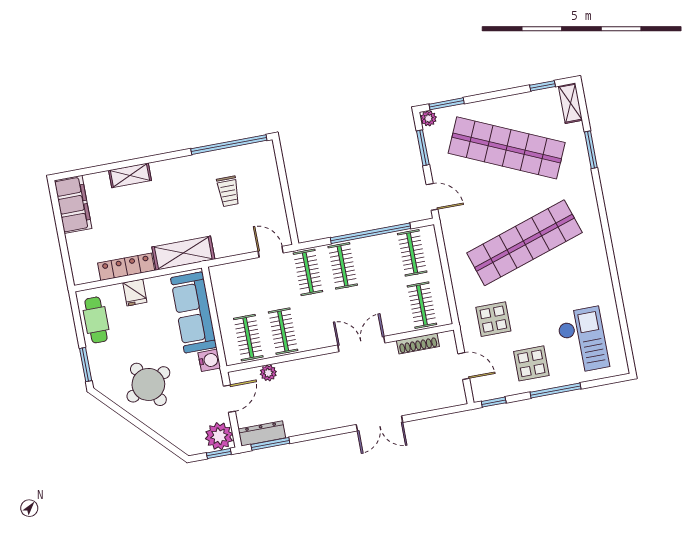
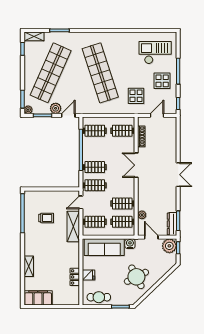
plant: (441, 170) -> (56, 108), added
shelving: (183, 253) -> (73, 226), moved
locker: (126, 267) -> (75, 277), width x0.66
clothes rail: (239, 285) -> (95, 222), added
double door: (379, 423) -> (178, 175), moved

